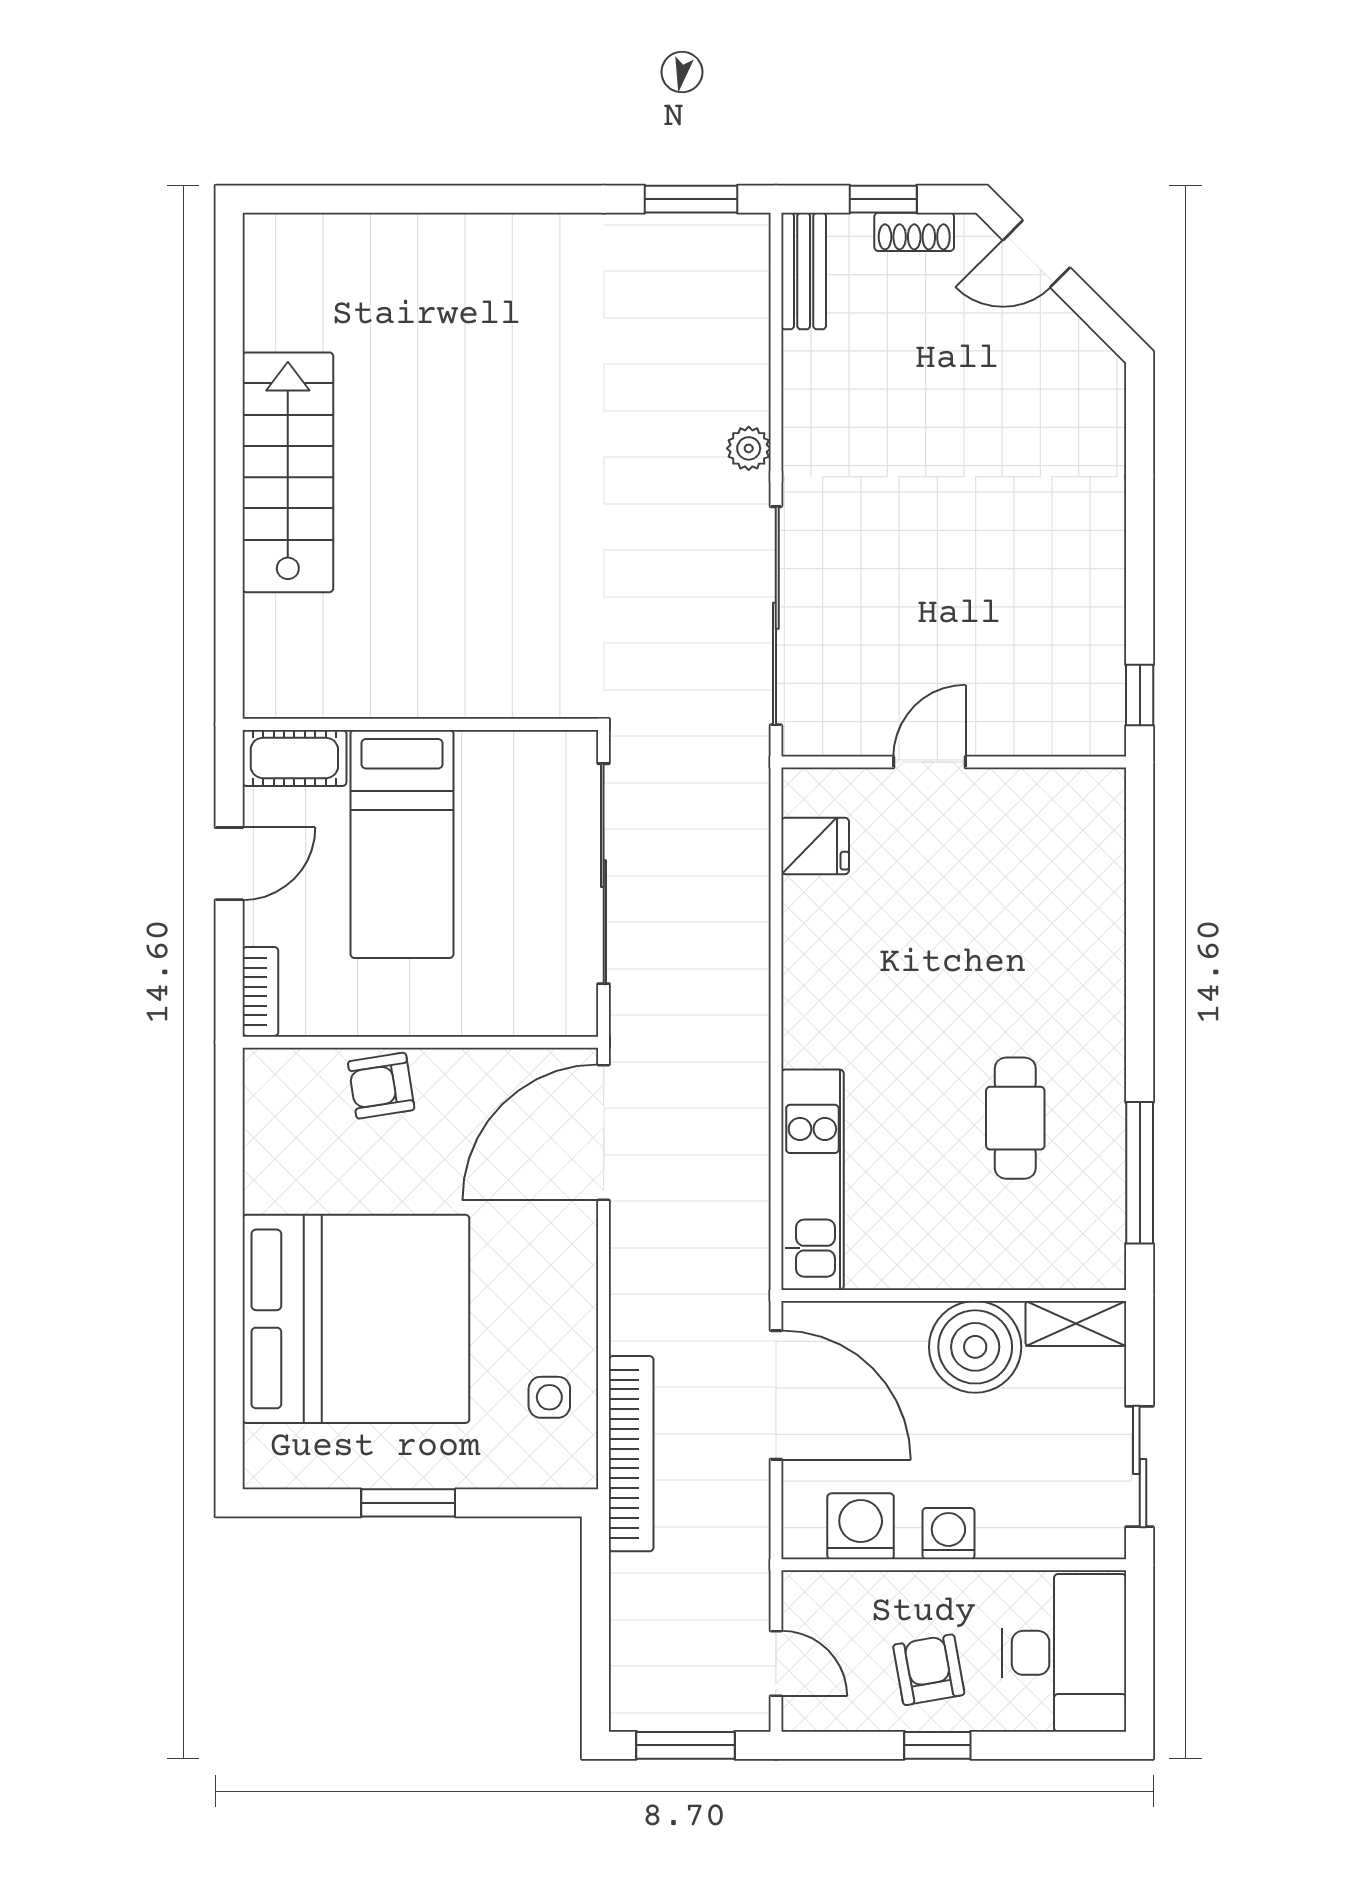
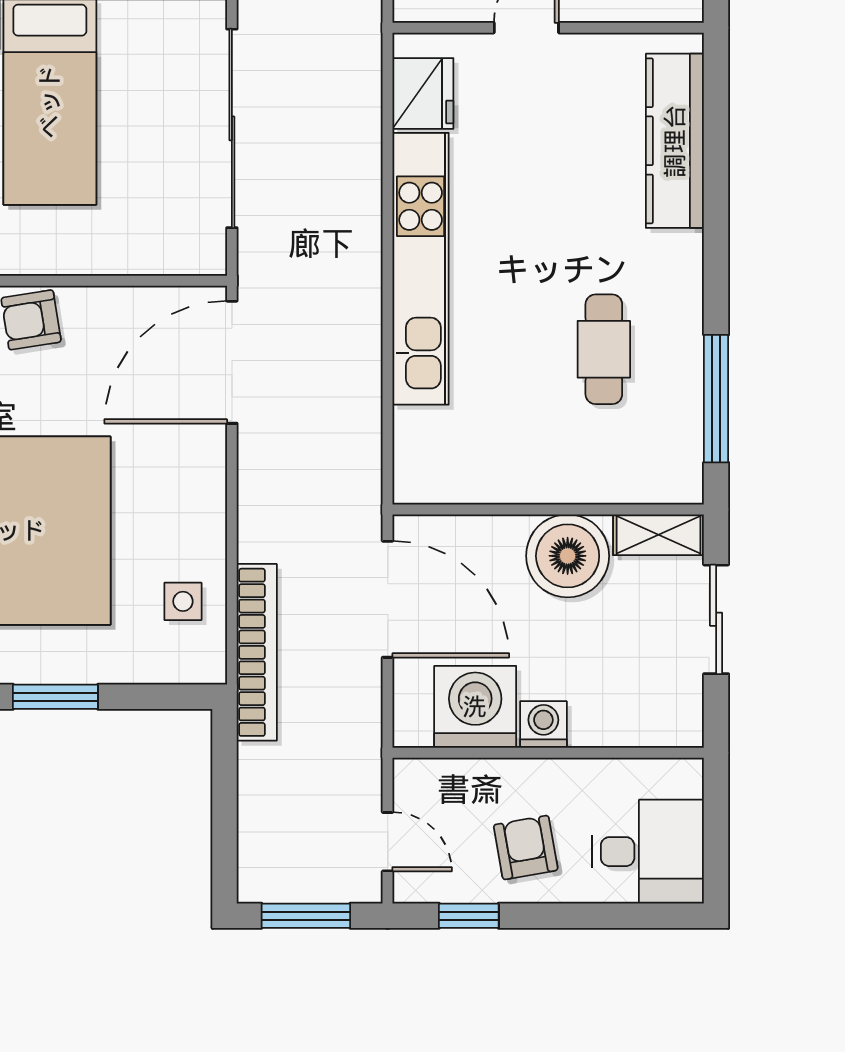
fridge: (815, 846) -> (423, 94), width x1.38
kitchen counter: (1094, 887) -> (675, 141), added
kitchen unit: (812, 1180) -> (421, 269), moved, width x1.36
sliding door: (1140, 1467) -> (716, 619), moved
washing machine: (861, 1526) -> (475, 707), width x1.37, depth x1.37
desk: (1064, 1653) -> (648, 852), width x0.73
window: (937, 1745) -> (469, 916), moved

